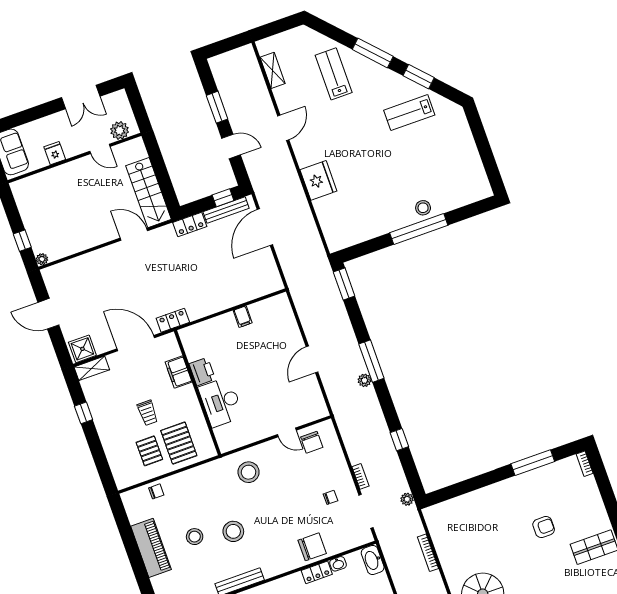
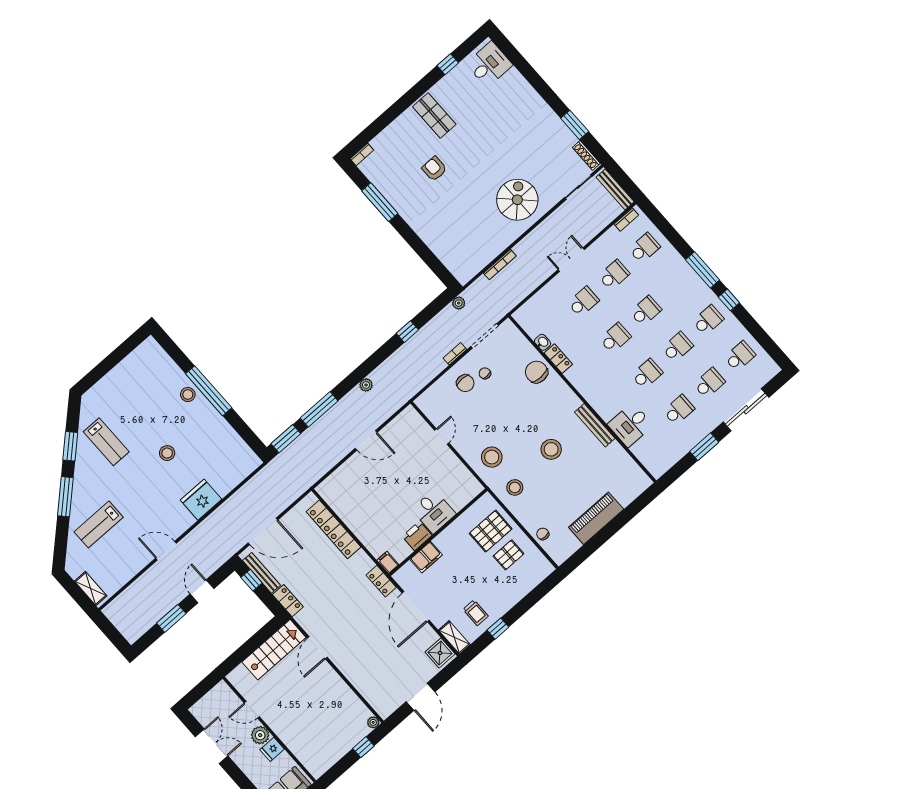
shelving: (273, 70) -> (91, 589), moved, turned 90
plant: (120, 131) -> (260, 735), moved
door: (100, 149) -> (252, 710), swing flipped
stool: (375, 166) -> (167, 453), added
locker: (240, 295) -> (334, 529), added
filing cabinet: (243, 317) -> (388, 562), moved, turned -90
window: (371, 361) -> (319, 409), moved
desk: (221, 402) -> (434, 512), width x0.73
trolley: (148, 413) -> (476, 613), moved, turned 90
chair: (312, 442) -> (465, 383), moved, turned 90
stool: (195, 537) -> (515, 487), moved
washbasin: (373, 560) -> (527, 312), removed

